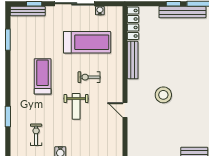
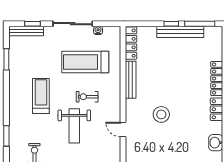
treadmill: (87, 42) -> (85, 62), turned 180
weight bench: (76, 106) -> (74, 126), width x1.36, depth x1.33

